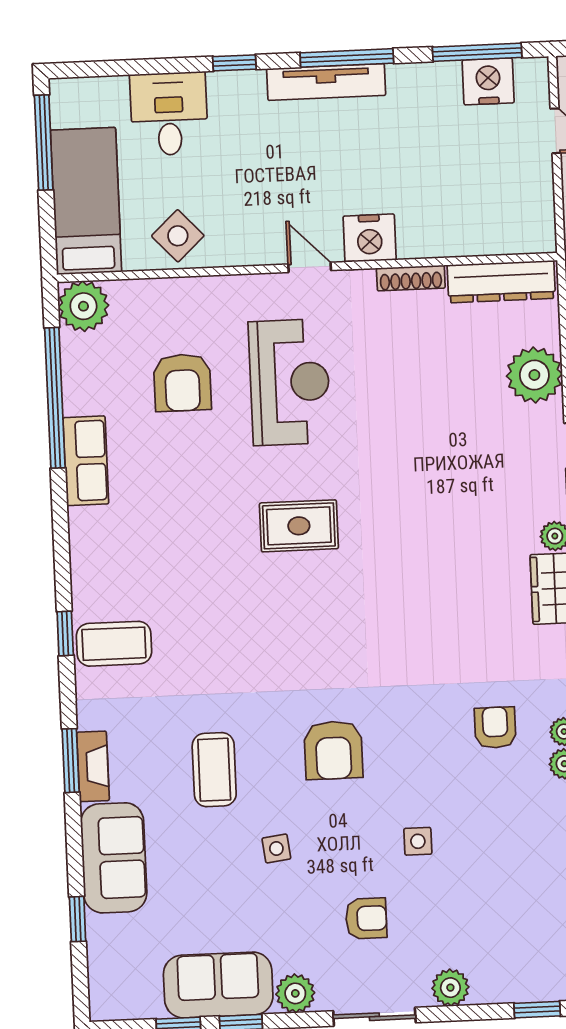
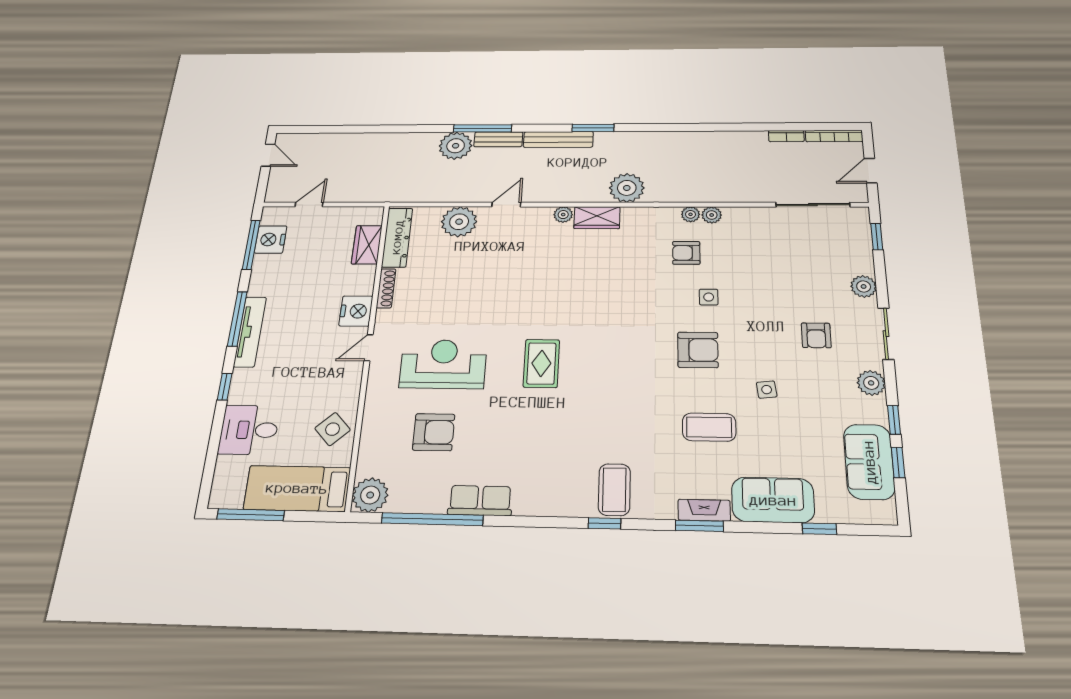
wardrobe: (486, 236) -> (367, 245), added
side table: (418, 841) -> (709, 297), moved
armchair: (366, 918) -> (816, 335), turned 180
sofa: (218, 985) -> (869, 462), moved

